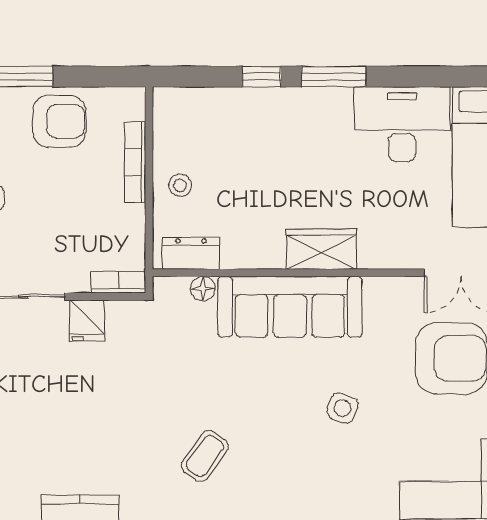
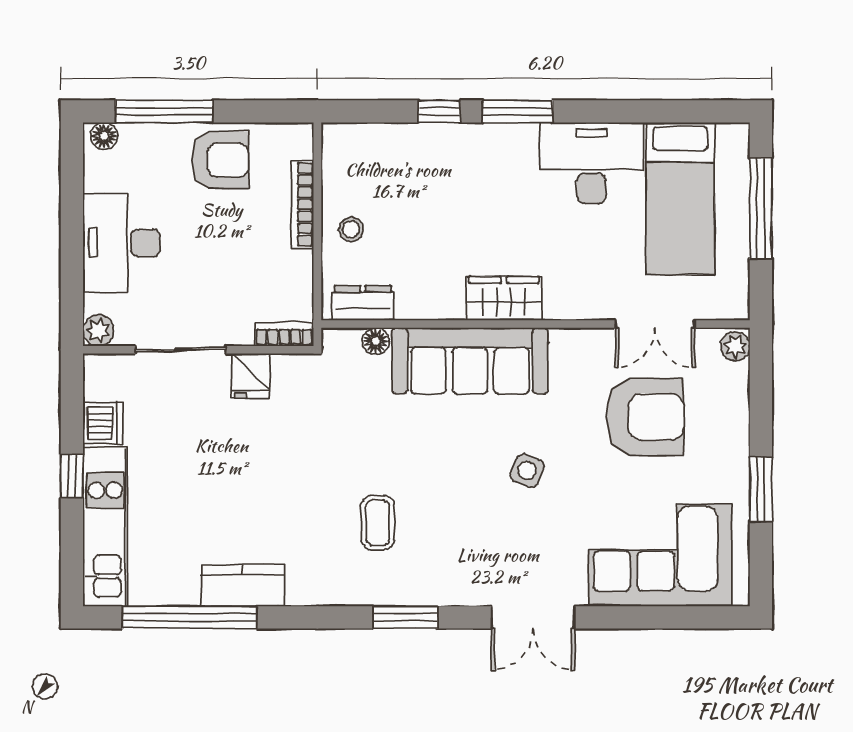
coffee table: (205, 456) -> (378, 522), turned -36

